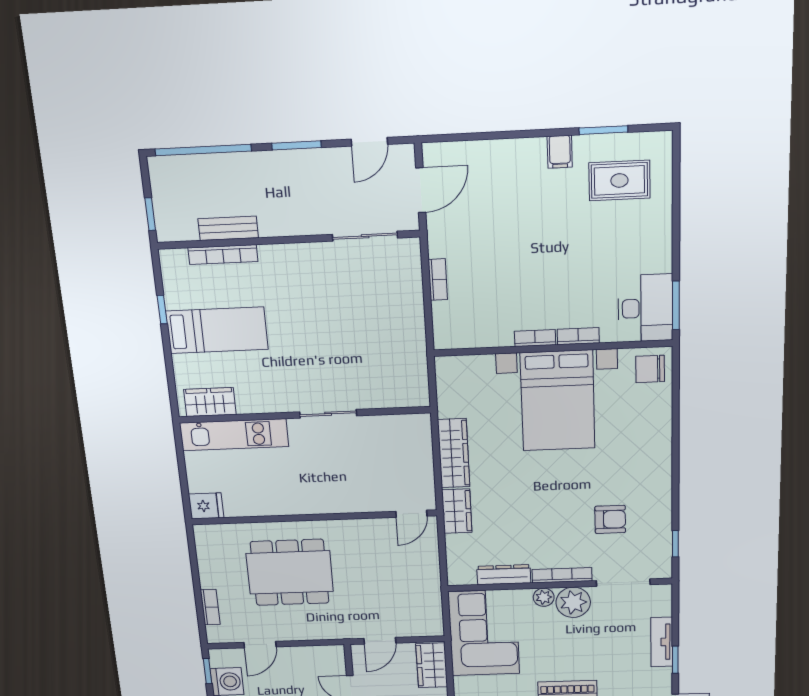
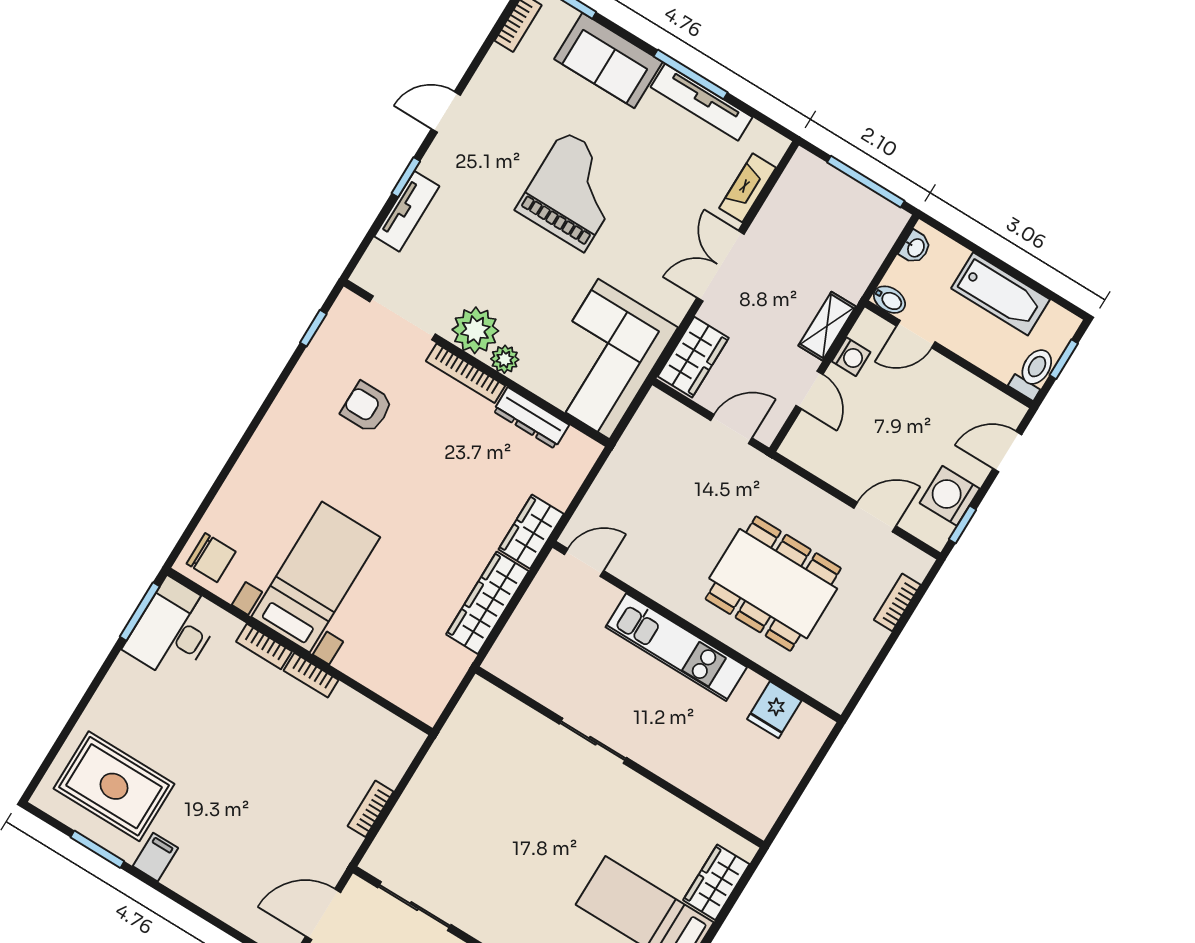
rug: (619, 180) -> (114, 786), width x1.36, depth x1.43
bed with nightstands: (558, 401) -> (316, 577), width x0.73
wardrobe: (210, 402) -> (716, 882), moved, turned 90
kitchen unit: (234, 435) -> (676, 647), moved, turned 180
fridge: (206, 506) -> (774, 710), moved, turned -90

